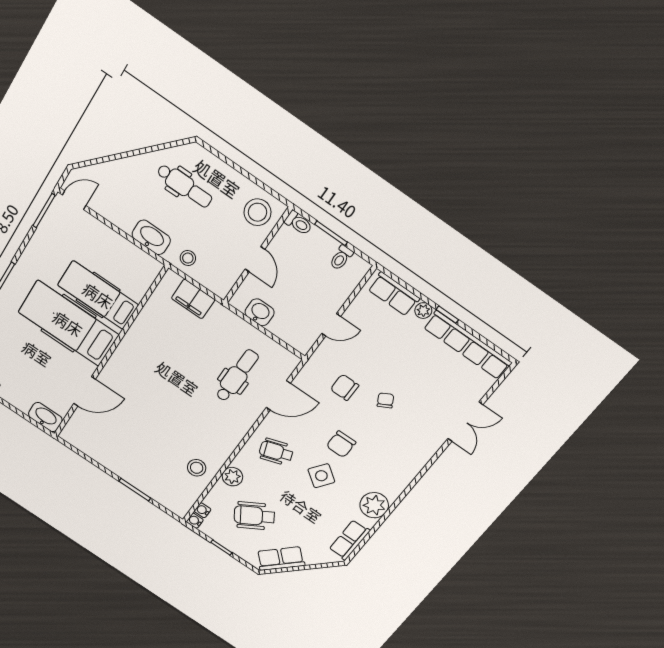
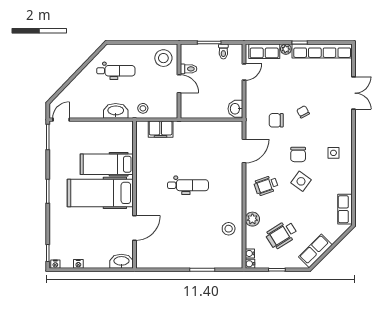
toilet: (298, 223) -> (189, 69), moved
washbasin: (260, 312) -> (235, 109), moved, turned -90
door: (331, 325) -> (244, 72), moved
dental chair: (237, 376) -> (188, 185), moved, turned 90
side table: (385, 471) -> (333, 153), added
plant: (374, 505) -> (343, 177), removed

